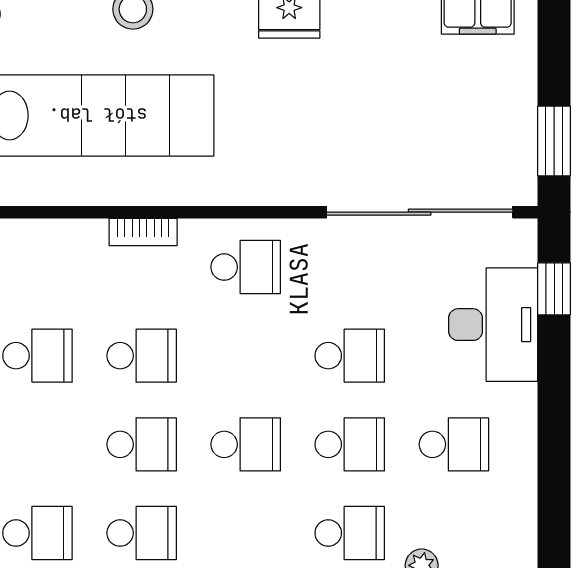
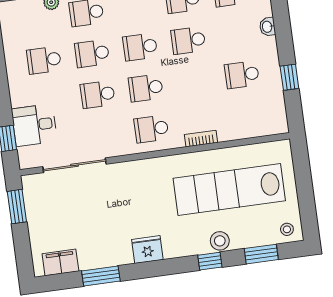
sliding door: (420, 212) -> (74, 165), width x0.73
desk: (493, 325) -> (34, 125), width x0.73
school desk: (142, 356) -> (146, 88), moved

